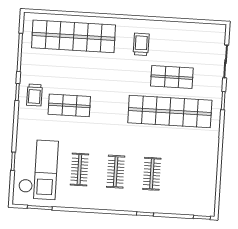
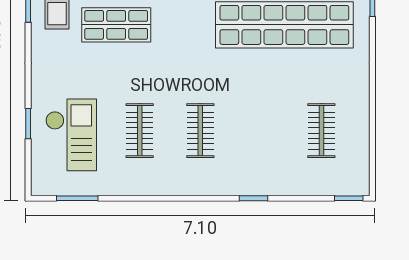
checkout: (38, 169) -> (71, 135), width x0.73, depth x0.83
clothes rail: (152, 174) -> (321, 131), moved

